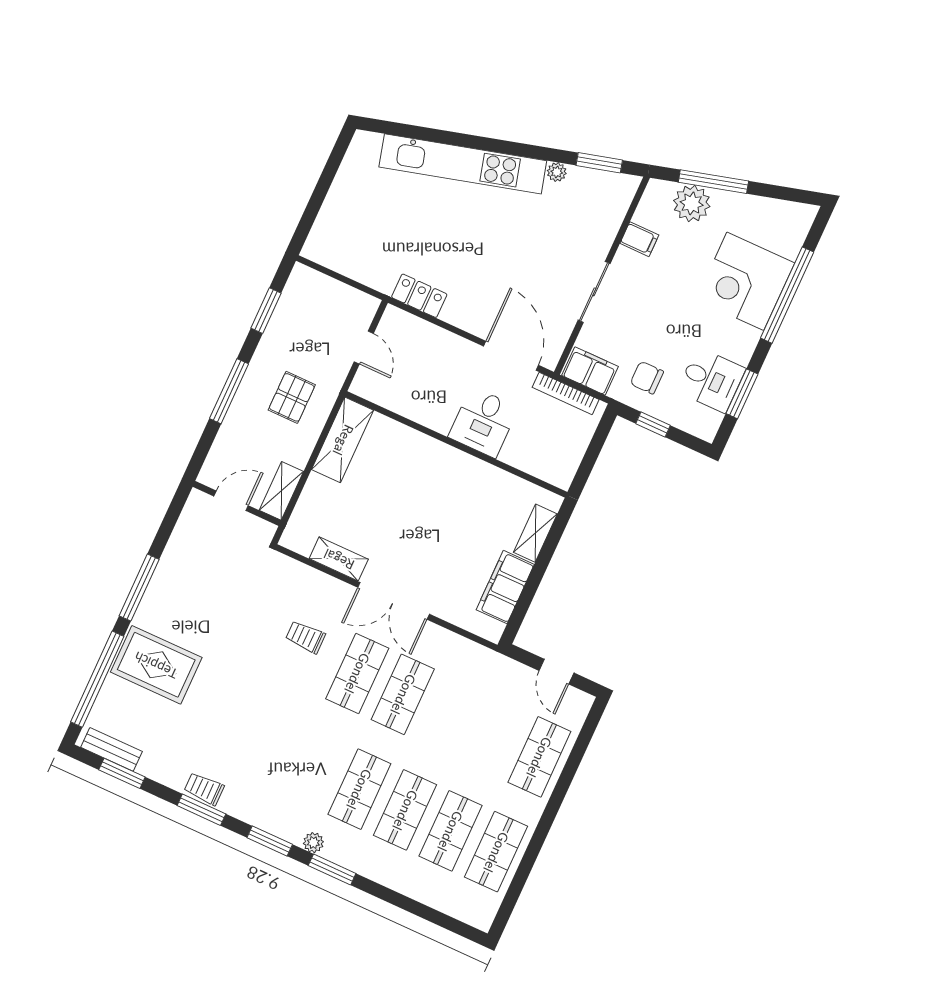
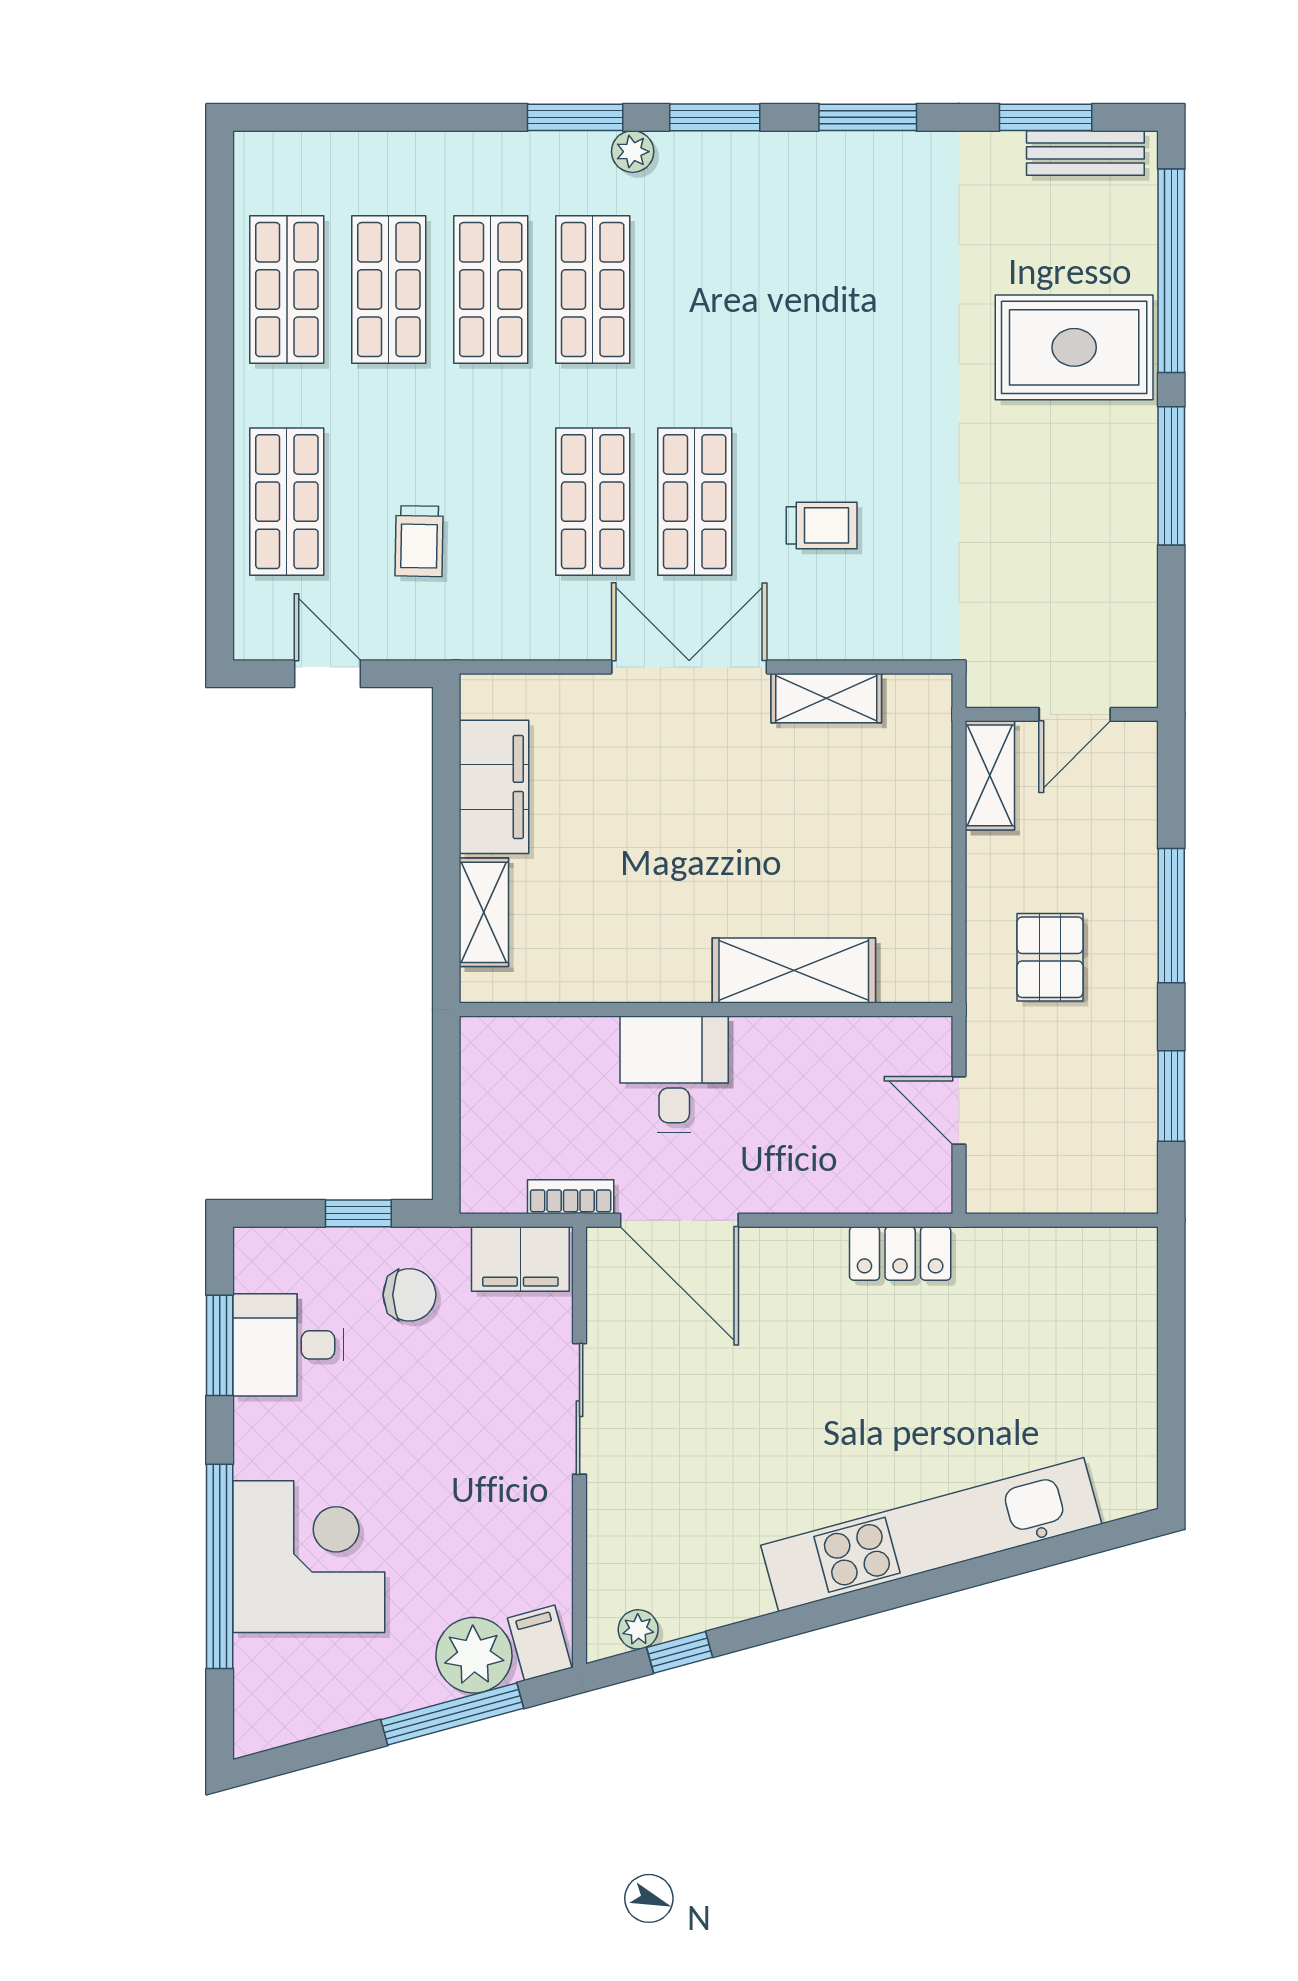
window: (599, 163) -> (680, 1652), width x0.67
plant: (557, 172) -> (638, 1629), moved
filing cabinet: (639, 239) -> (540, 1643), moved, turned 75
bookcase: (566, 393) -> (571, 1197), width x0.64
shelving: (343, 440) -> (794, 971), moved, turned 90
trolley: (204, 789) -> (419, 541), moved, turned 91

